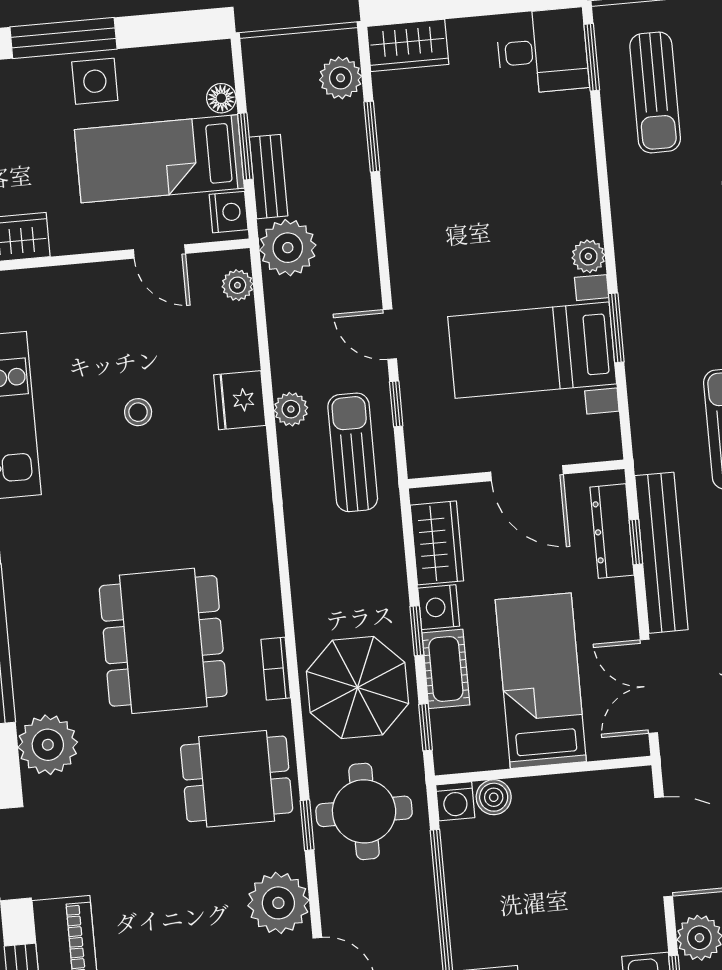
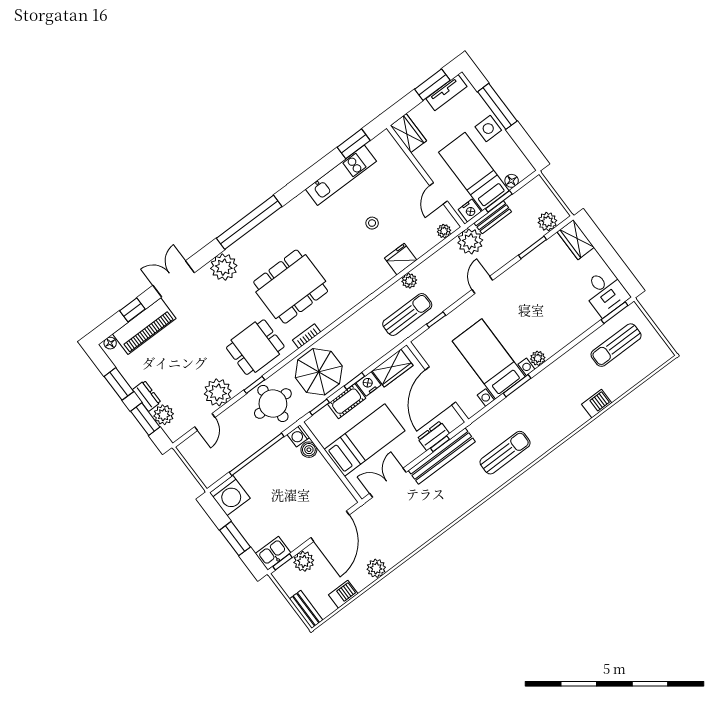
door: (390, 334) -> (482, 285), moved
door: (527, 473) -> (441, 386), width x1.36
dresser: (612, 531) -> (433, 436), width x0.70
dining table: (237, 779) -> (255, 347), turned 90

